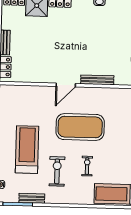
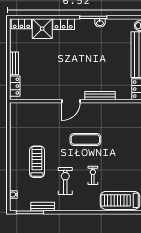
exercise mat: (80, 127) -> (85, 140), width x0.50, depth x0.69
treadmill: (27, 150) -> (37, 162), width x0.73, depth x0.73

